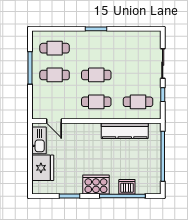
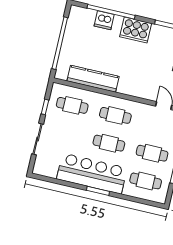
bar counter: (105, 44) -> (92, 174), added

